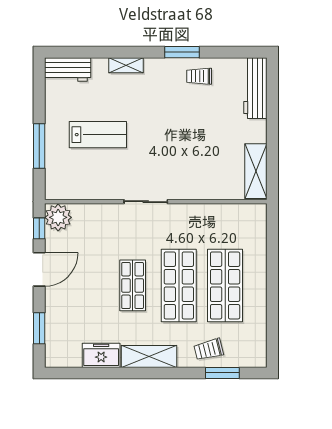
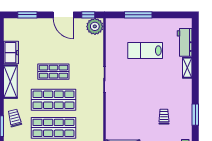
window: (182, 52) -> (195, 115), moved
workbench: (68, 70) -> (185, 42), moved
trolley: (199, 76) -> (164, 117), moved
lab bench: (98, 135) -> (145, 51), turned 90

